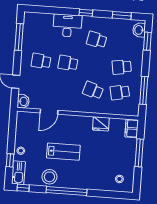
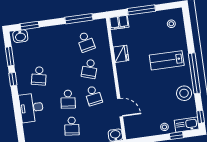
window: (86, 13) -> (13, 79), moved
school desk: (122, 67) -> (93, 96), moved
lab bench: (63, 152) -> (167, 60), moved, turned -90

